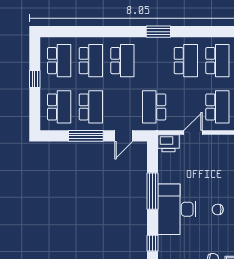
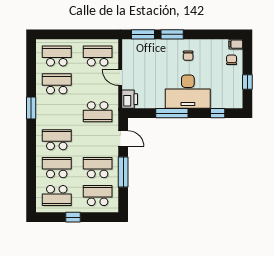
school desk: (59, 61) -> (57, 196), turned 180

